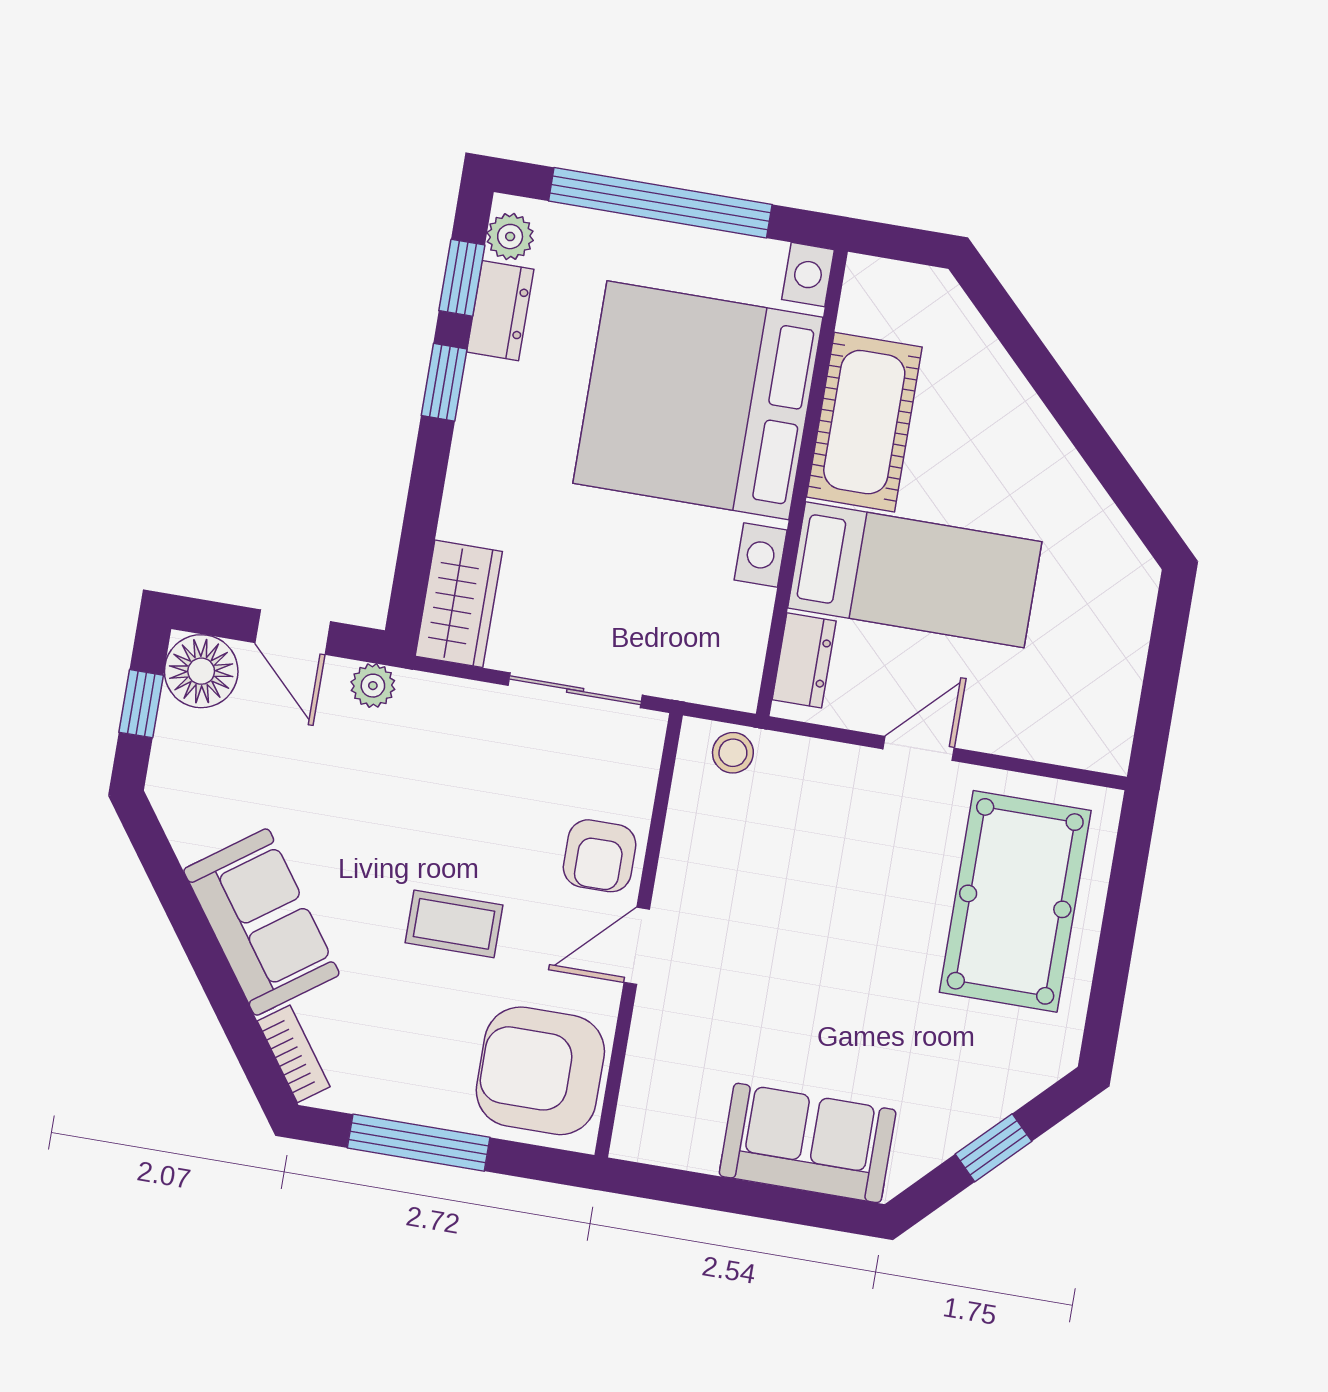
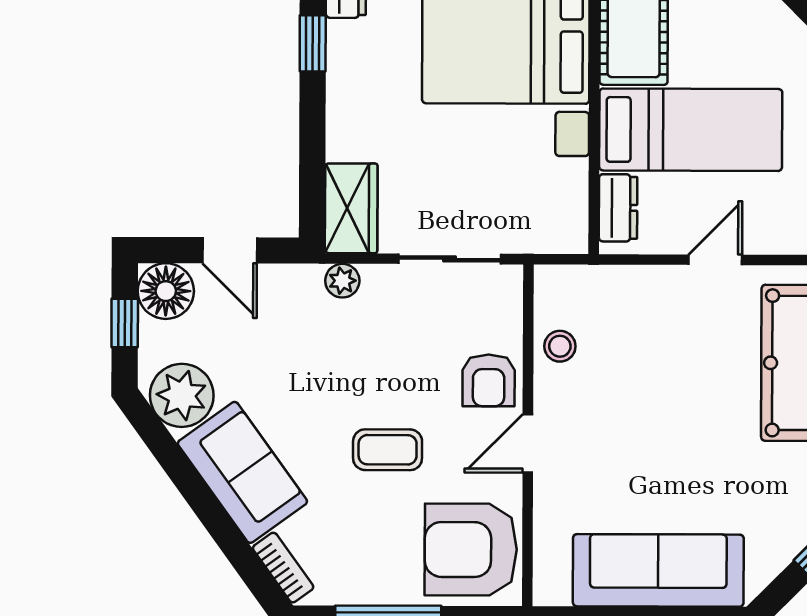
plant: (373, 686) -> (342, 281), moved
stool: (733, 753) -> (560, 346), moved
plant: (199, 809) -> (182, 395), added
sofa: (808, 1143) -> (658, 570), width x1.36

